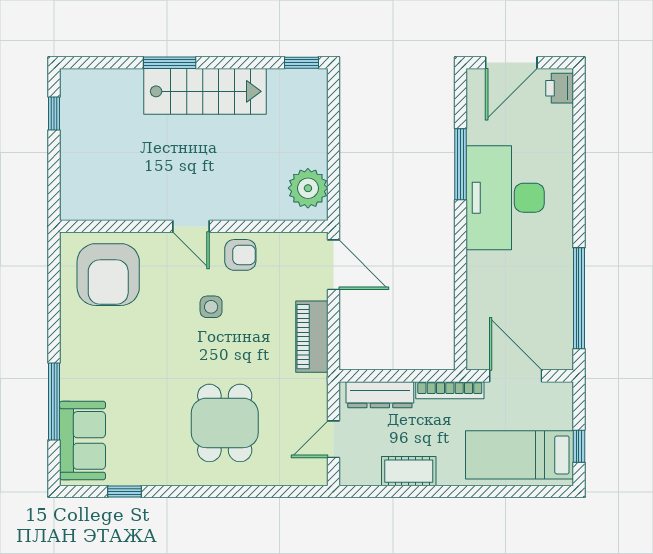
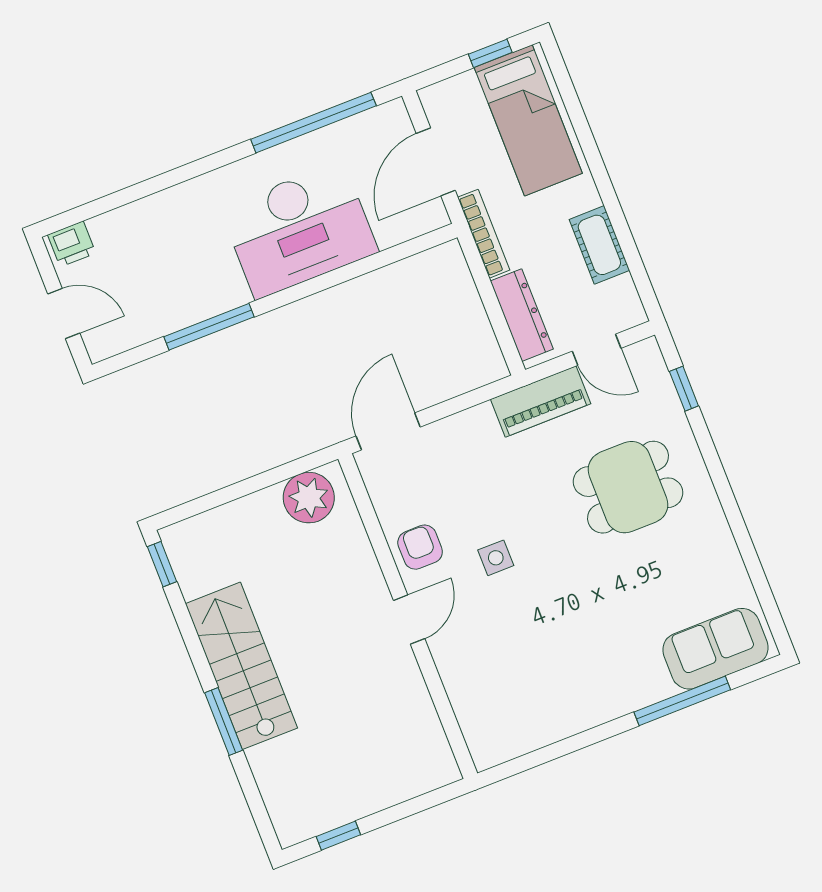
door: (511, 63) -> (64, 314), width x0.73
desk: (505, 198) -> (299, 230), moved
armchair: (108, 275) -> (505, 696), removed
piano: (312, 337) -> (541, 401), moved
window: (124, 492) -> (684, 389), moved

